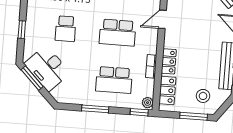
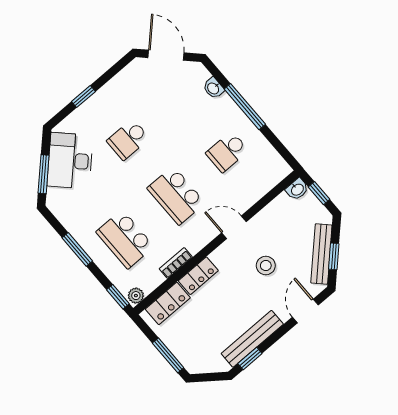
window: (32, 78) -> (44, 174), moved
stool: (203, 96) -> (266, 266), moved

